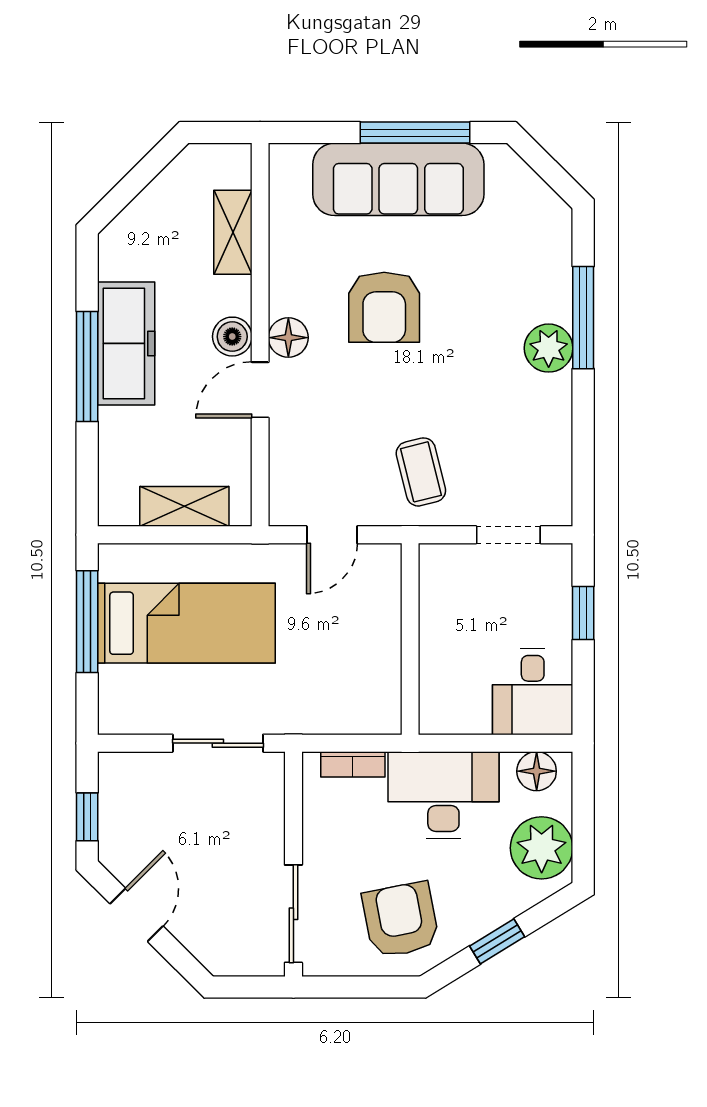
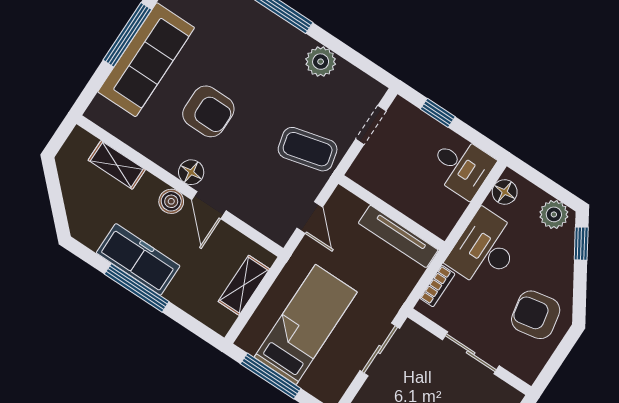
plant: (549, 348) -> (321, 62), moved
coffee table: (421, 472) -> (308, 149), width x1.36, depth x1.30
tv unit: (384, 669) -> (398, 236), added
plant: (542, 848) -> (554, 214), width x0.73, depth x0.73
sliding door: (293, 914) -> (471, 353), moved
window: (497, 941) -> (581, 244), moved

